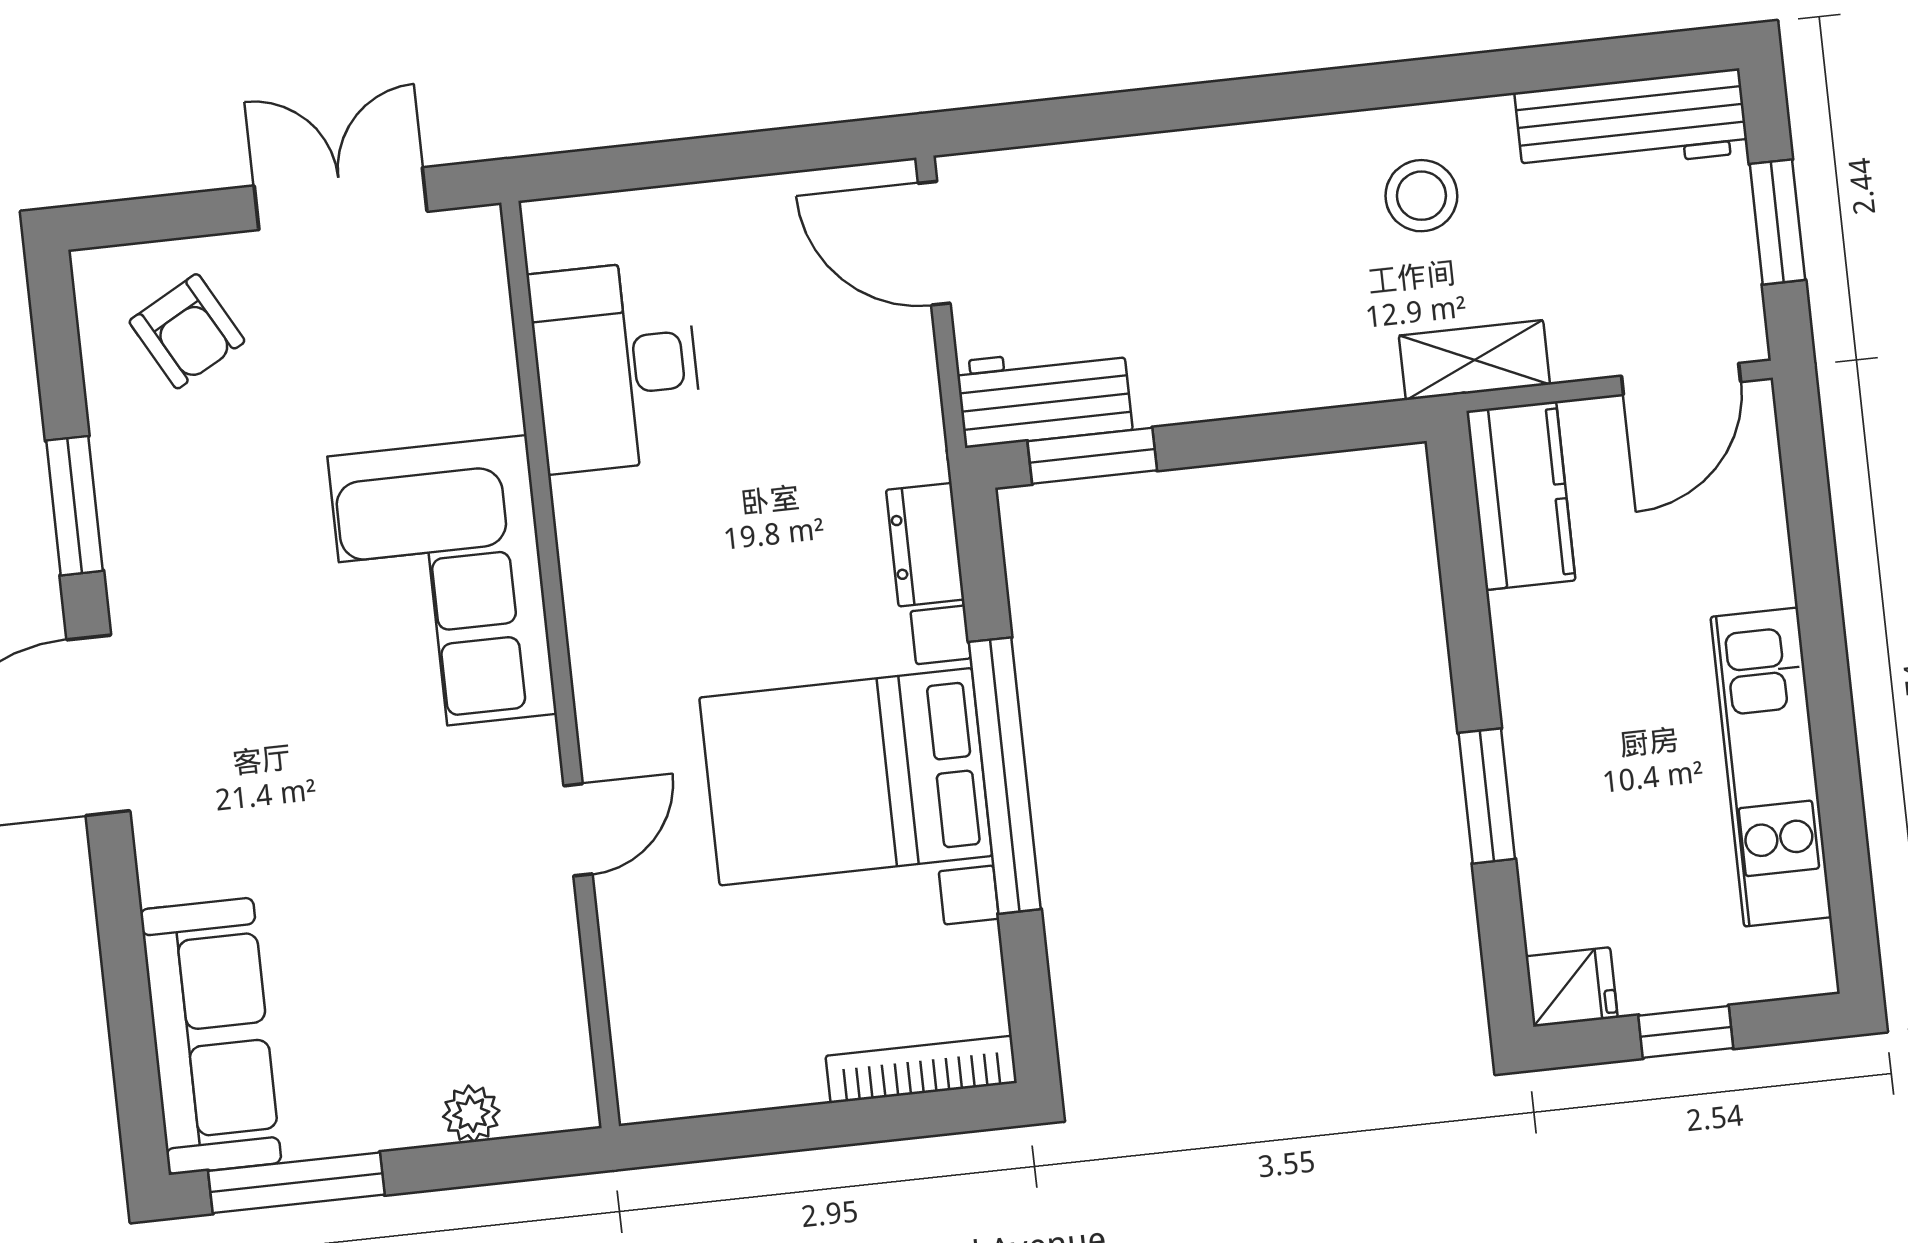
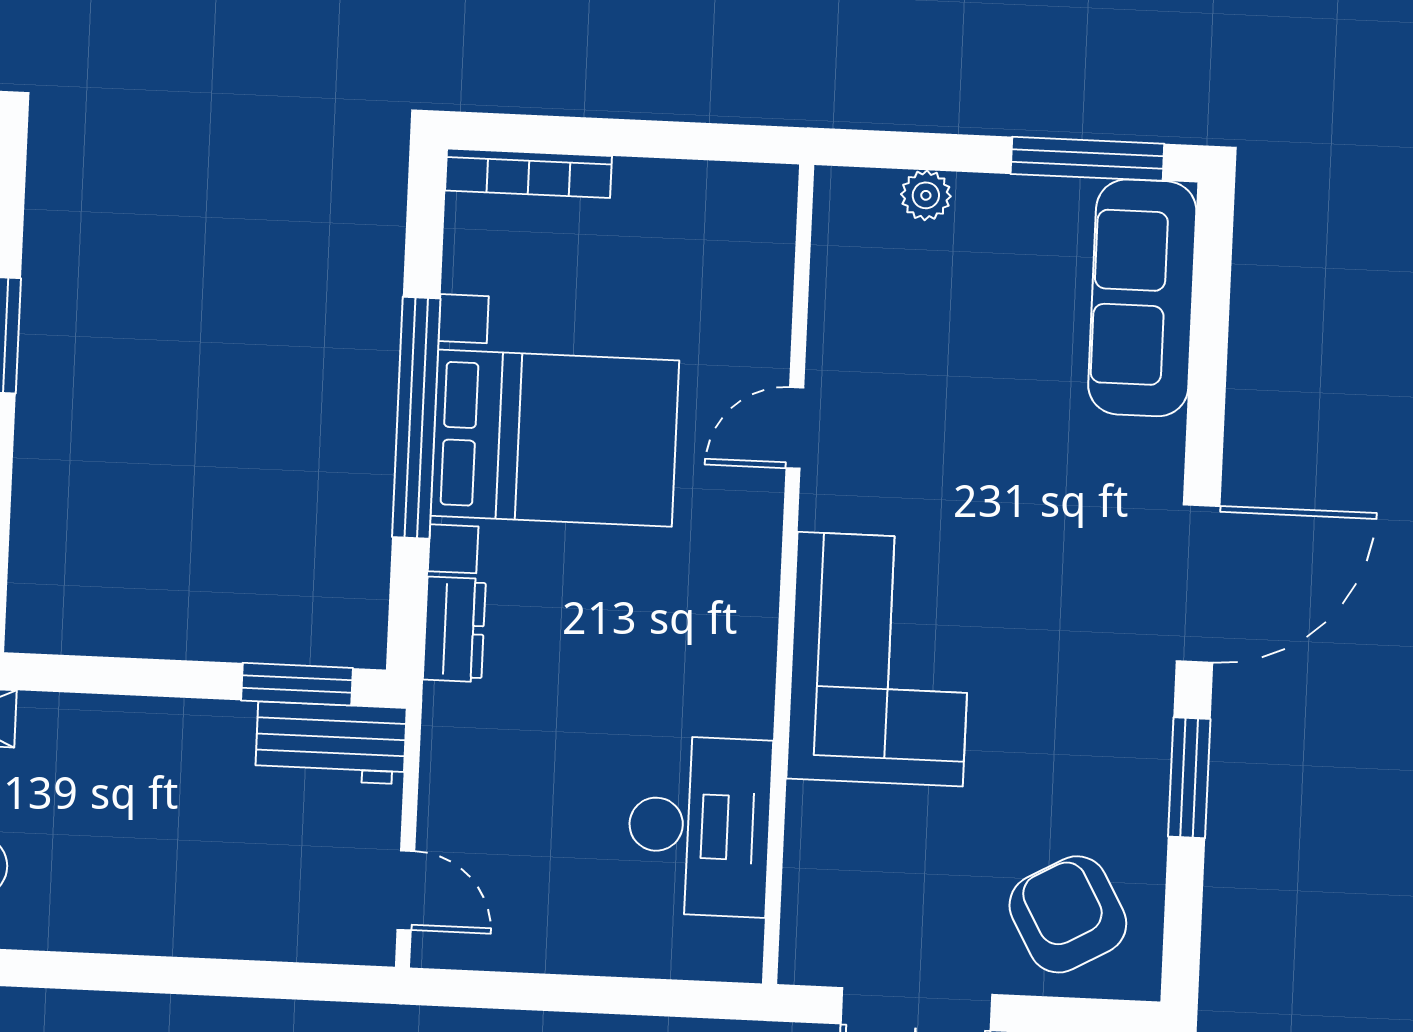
door: (934, 243) -> (406, 890), width x0.73
armchair: (187, 331) -> (1068, 914), width x1.38, depth x1.38

